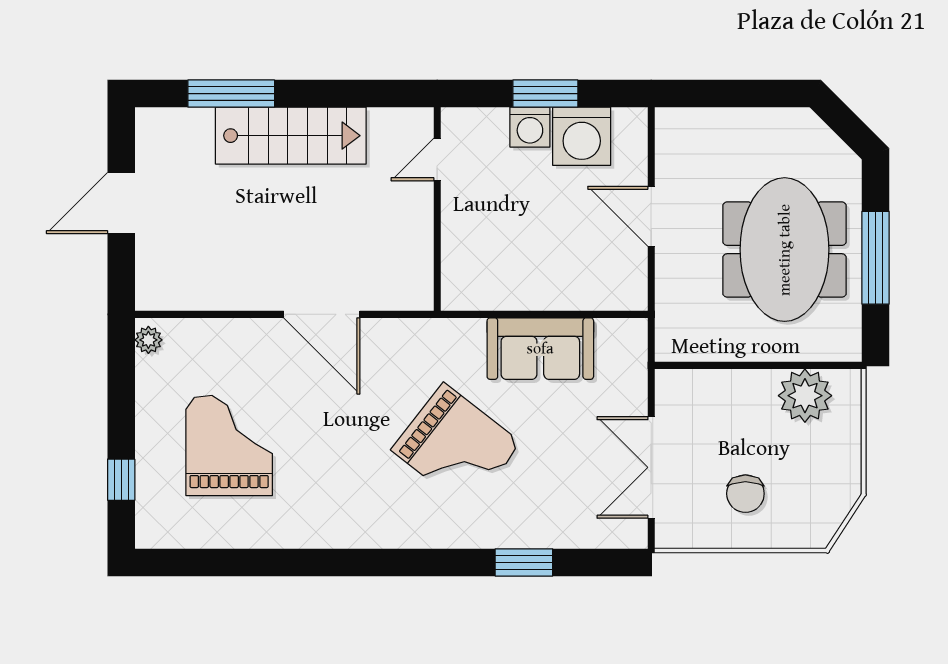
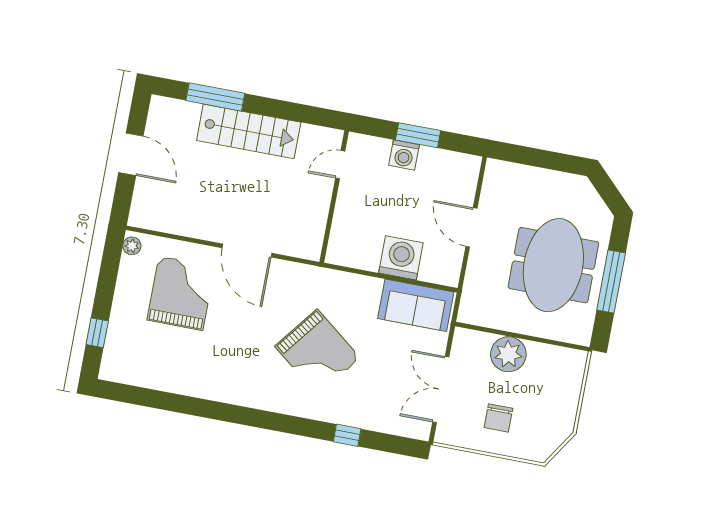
washing machine: (582, 136) -> (401, 258), moved, turned 180
door: (121, 203) -> (131, 154), swing flipped
sofa: (540, 349) -> (416, 305), moved
plant: (805, 396) -> (508, 354), moved
grand piano: (229, 446) -> (181, 293), moved
window: (524, 562) -> (347, 435), width x0.67

